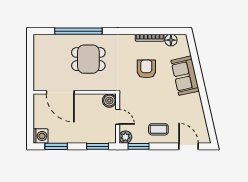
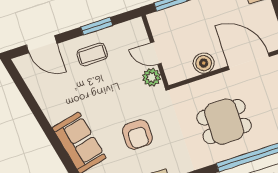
boiler: (109, 101) -> (204, 63), moved
plant: (125, 137) -> (152, 77), moved
window: (139, 146) -> (97, 26), moved

